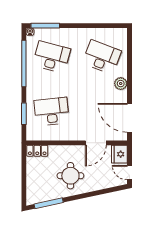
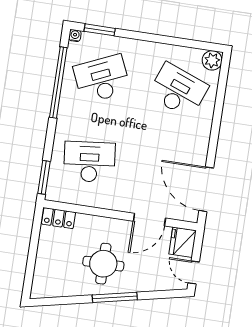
window: (45, 26) -> (100, 30), width x0.69
desk: (52, 57) -> (102, 79), turned -39
plant: (121, 84) -> (212, 60), moved
window: (24, 114) -> (44, 177), moved
window: (49, 203) -> (115, 297), moved

